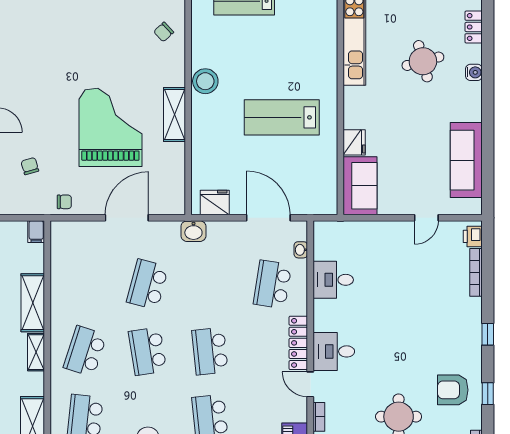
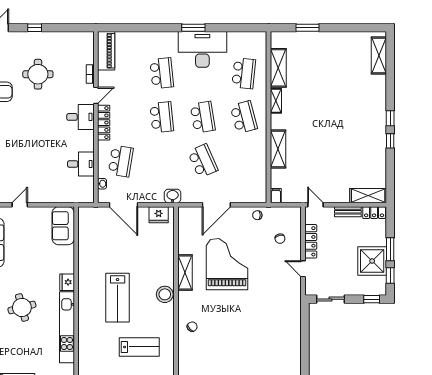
lab bench: (282, 117) -> (118, 298), moved, turned 90
grand piano: (110, 127) -> (227, 264), turned 180
fridge: (354, 142) -> (67, 282), moved
school desk: (148, 284) -> (203, 161), turned -39
school desk: (85, 351) -> (244, 117), turned -33
shelving: (36, 352) -> (276, 101), moved
door: (310, 384) -> (96, 95), hinge flipped

